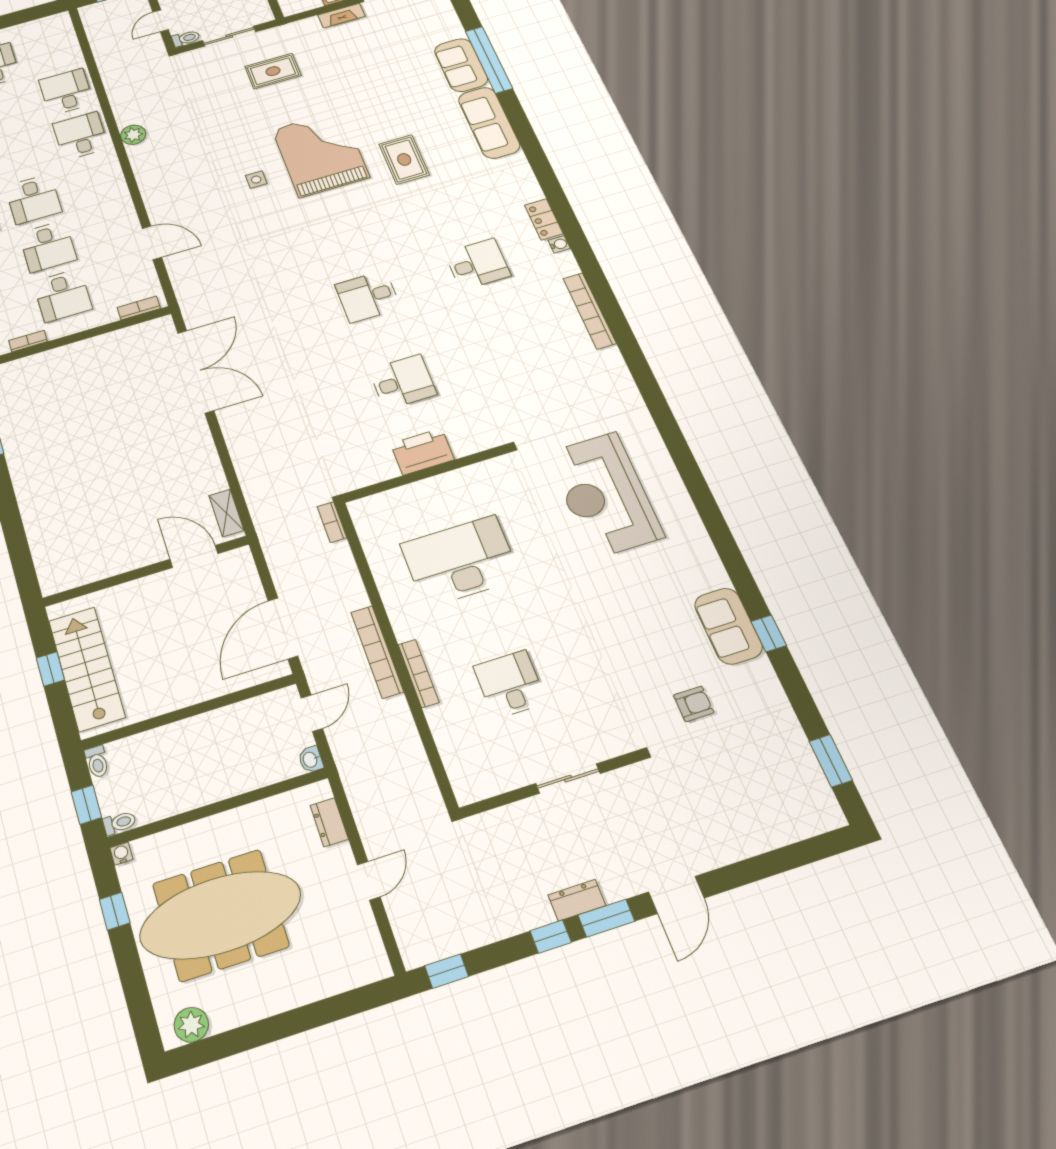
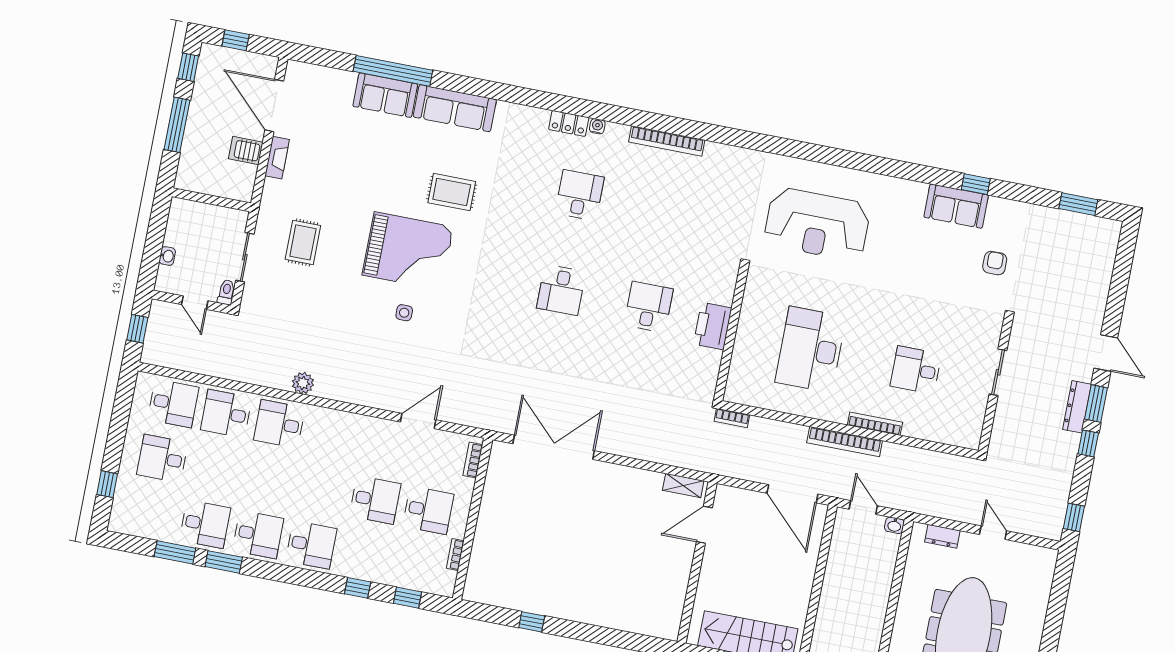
grand piano: (321, 153) -> (408, 251), turned 180
desk: (33, 199) -> (173, 403), moved
dresser: (577, 900) -> (1077, 407), width x1.44

